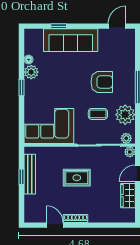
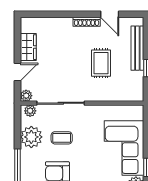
corner sofa: (49, 126) -> (124, 148), moved, turned 90
bench: (30, 174) -> (137, 48), moved
rug: (77, 178) -> (101, 63), moved, turned 90

